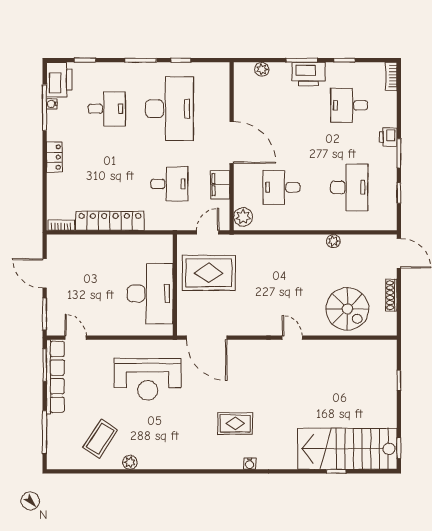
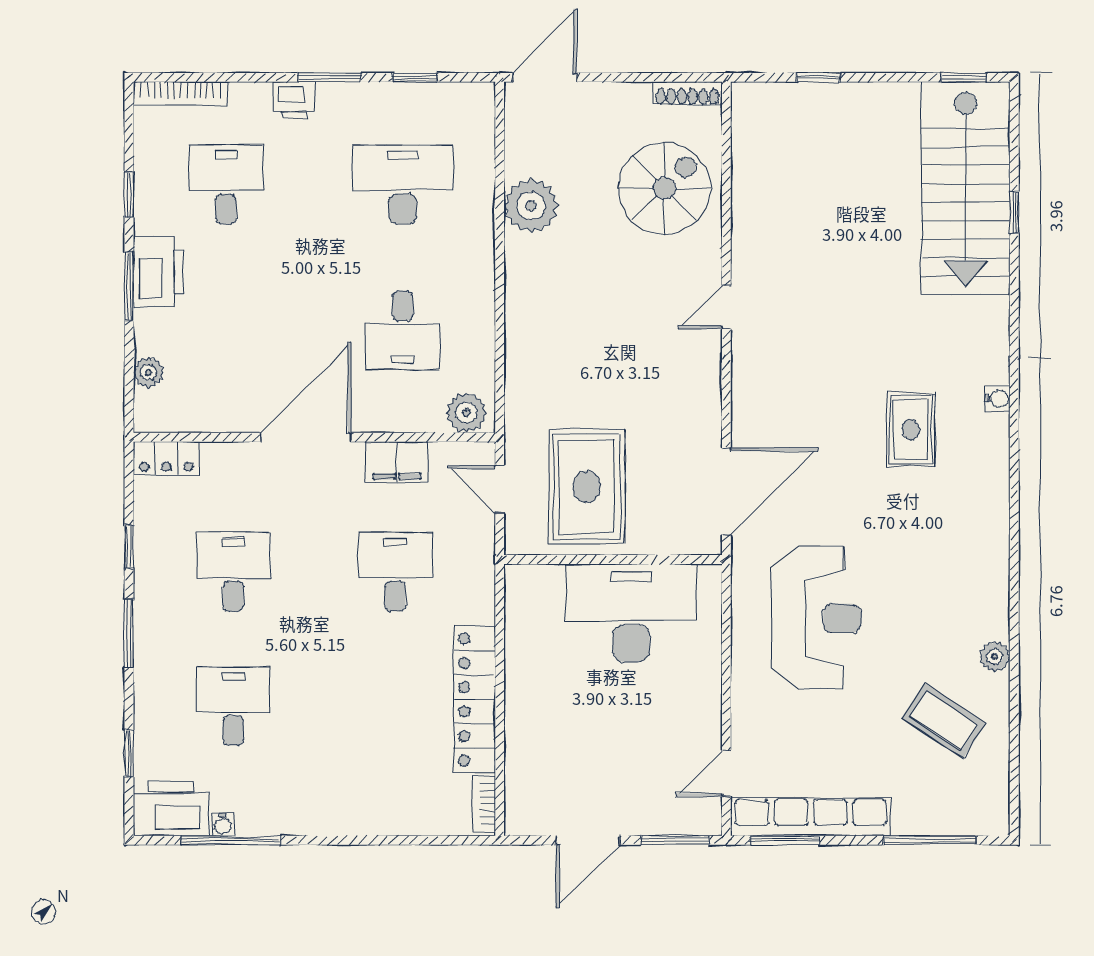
bookcase: (391, 76) -> (181, 94), width x1.56
desk: (349, 105) -> (226, 184), turned 180
desk: (169, 109) -> (233, 572), width x0.53, depth x0.77
locker: (54, 157) -> (166, 458), moved, turned 180
plant: (333, 241) -> (531, 206), width x1.88, depth x1.88
shoe rack: (391, 295) -> (687, 93), moved

